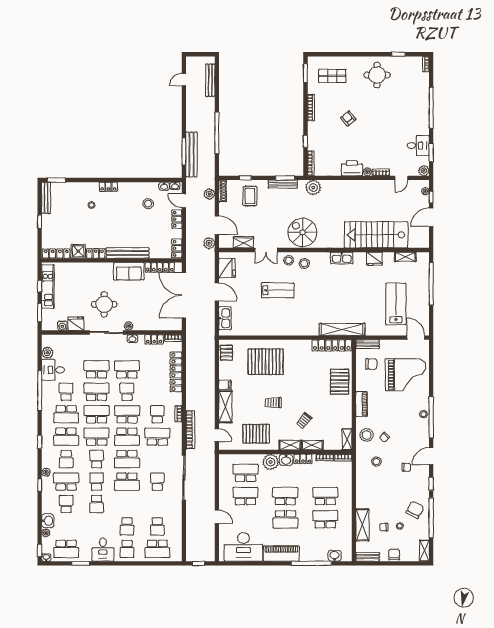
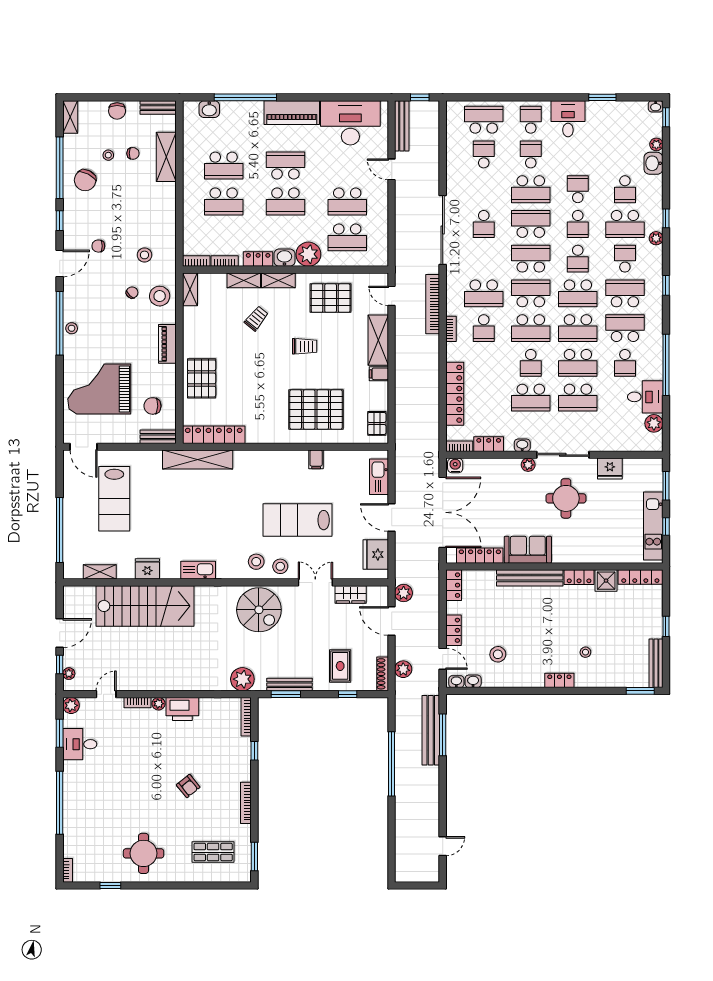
bench: (210, 80) -> (402, 126), moved
lab bench: (278, 290) -> (297, 520), width x1.36, depth x1.39
water cooler: (62, 326) -> (455, 465), moved
filing cabinet: (266, 329) -> (316, 459), added
school desk: (66, 549) -> (531, 189), moved, turned 180

